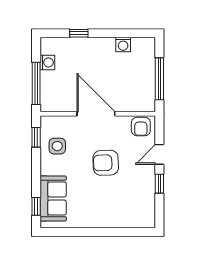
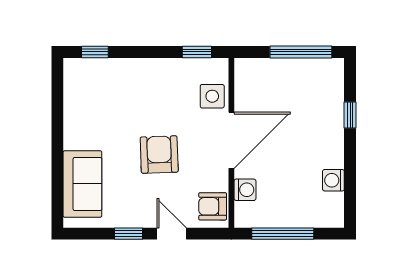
washing machine: (47, 62) -> (245, 190), moved, turned -90
window: (36, 83) -> (301, 52), moved
side table: (57, 146) -> (212, 96), moved
sofa: (53, 198) -> (82, 184), moved, turned -90

